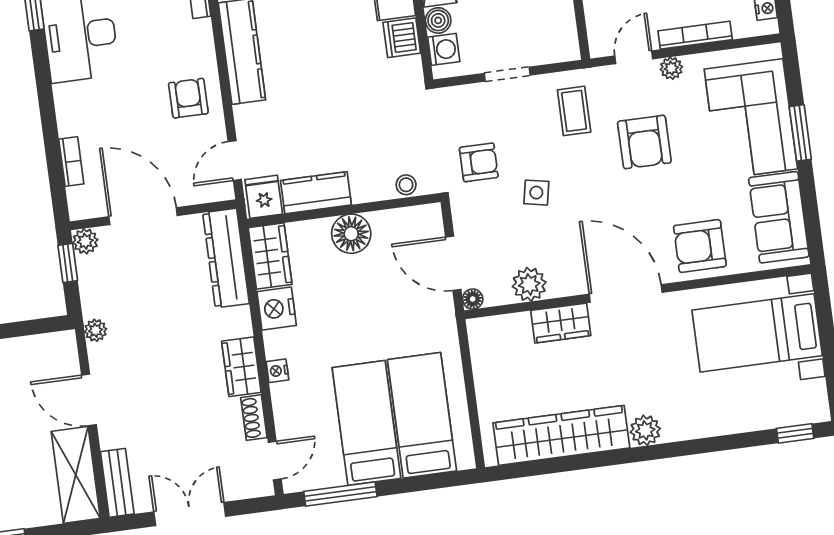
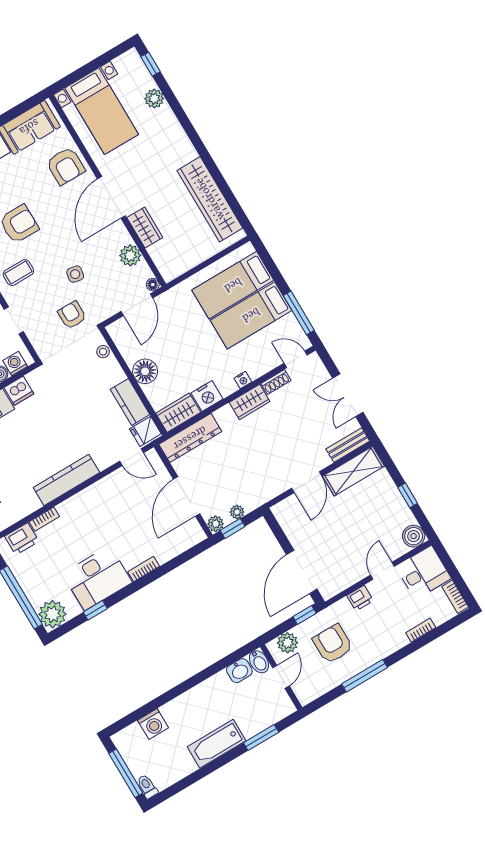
armchair: (188, 98) -> (107, 499), removed
bookcase: (71, 162) -> (144, 569), moved
plant: (96, 330) -> (237, 512), moved
plant: (645, 430) -> (154, 99), moved

